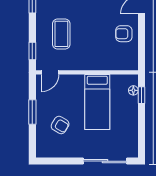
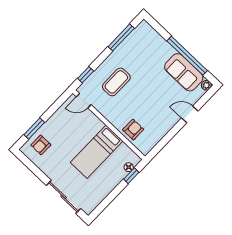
armchair: (124, 34) -> (133, 130), moved, turned 90
window: (32, 112) -> (34, 128), moved
armchair: (60, 125) -> (41, 145), moved, turned 59

